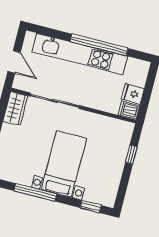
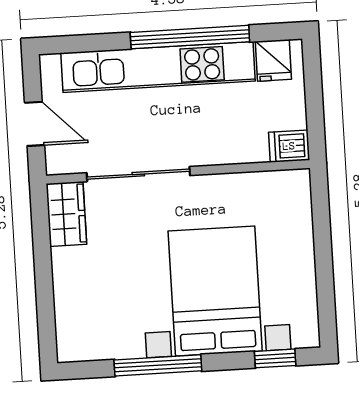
fridge: (133, 94) -> (273, 60), moved, turned -90
window: (131, 154) -> (322, 231), removed
bed with nightstands: (64, 164) -> (215, 291), width x1.36

